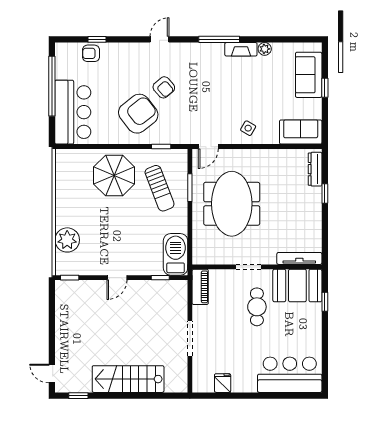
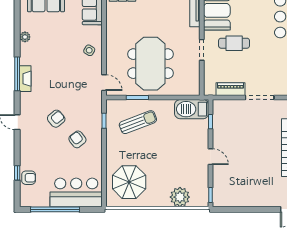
fireplace: (241, 49) -> (25, 79), moved
armchair: (91, 53) -> (29, 178), turned -90
armchair: (138, 114) -> (77, 139), width x0.53, depth x0.53
parasol: (114, 176) -> (129, 182), moved
meeting table: (232, 204) -> (150, 64), turned 90
piano: (200, 287) -> (230, 89), moved

